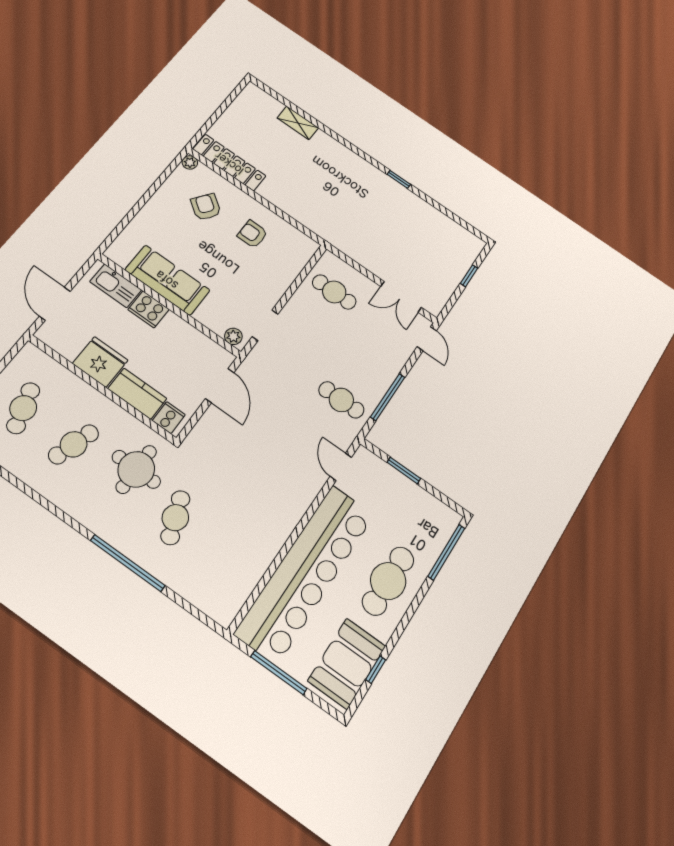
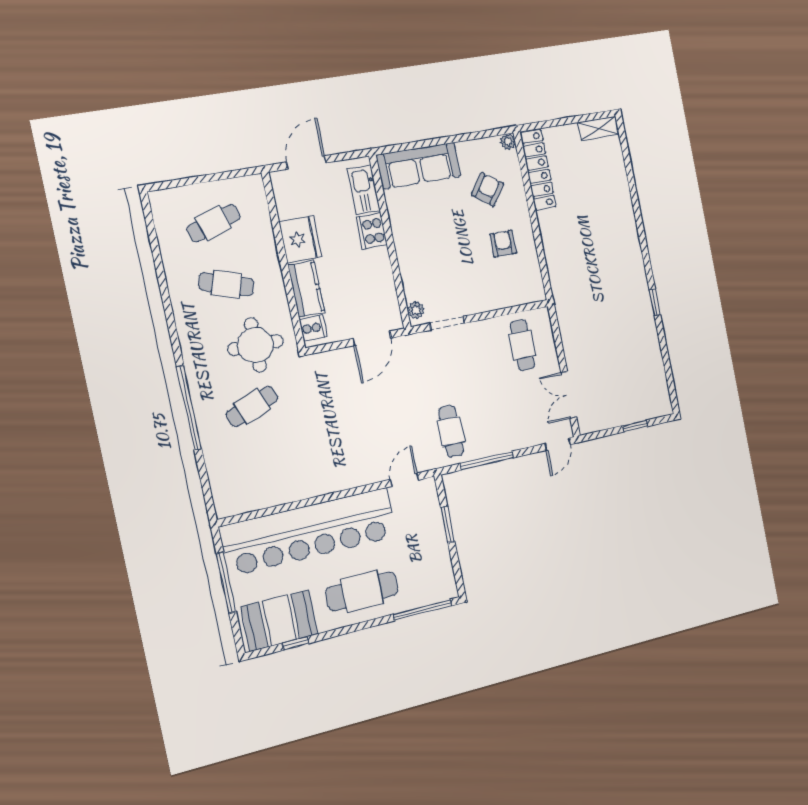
shelving: (298, 123) -> (599, 128), moved, turned 90
sofa: (167, 280) -> (419, 166), moved, turned 90

